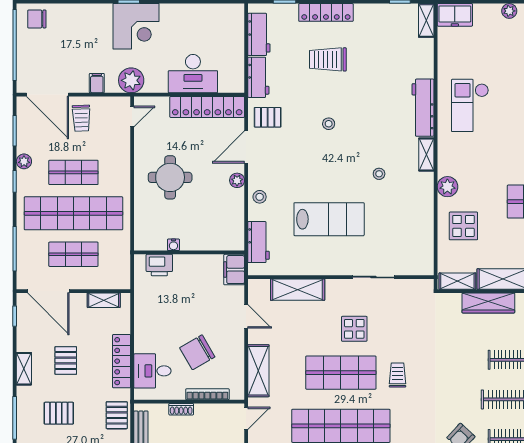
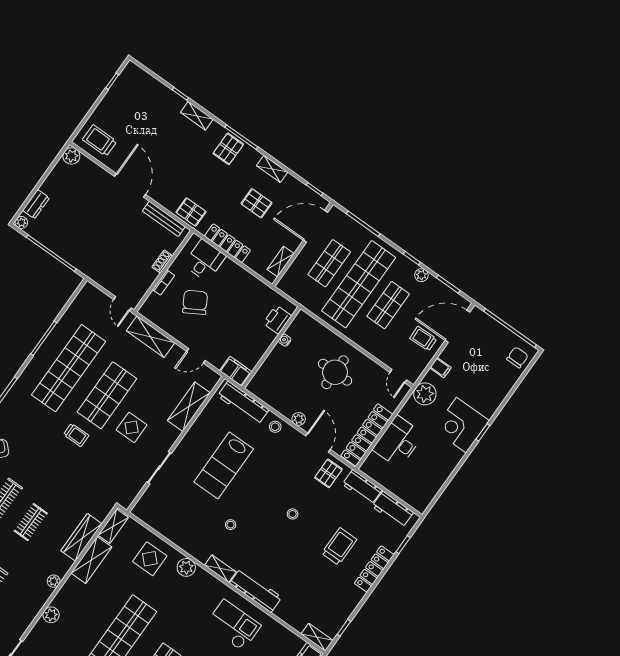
workbench: (259, 242) -> (243, 403), width x1.38
bookcase: (207, 394) -> (164, 282), width x0.64
pallet: (59, 413) -> (228, 149), moved

